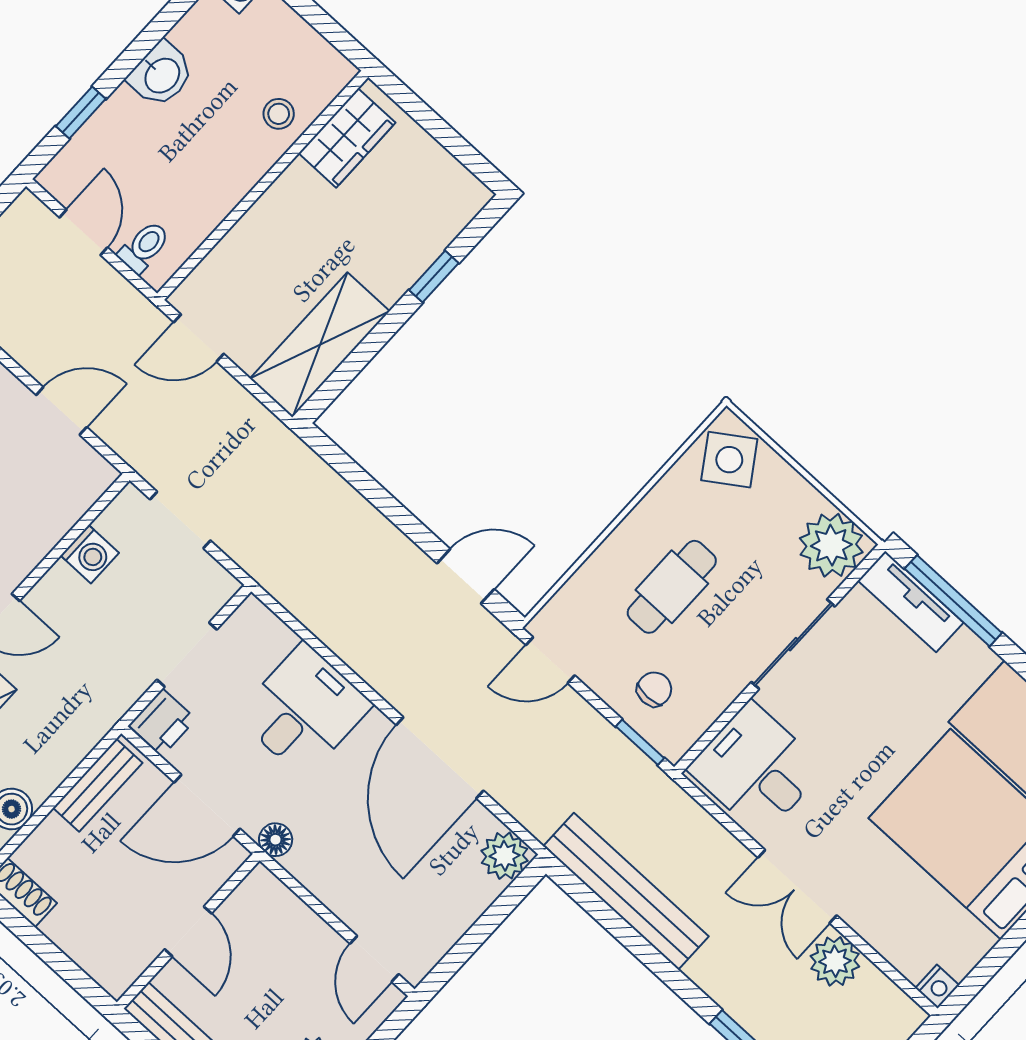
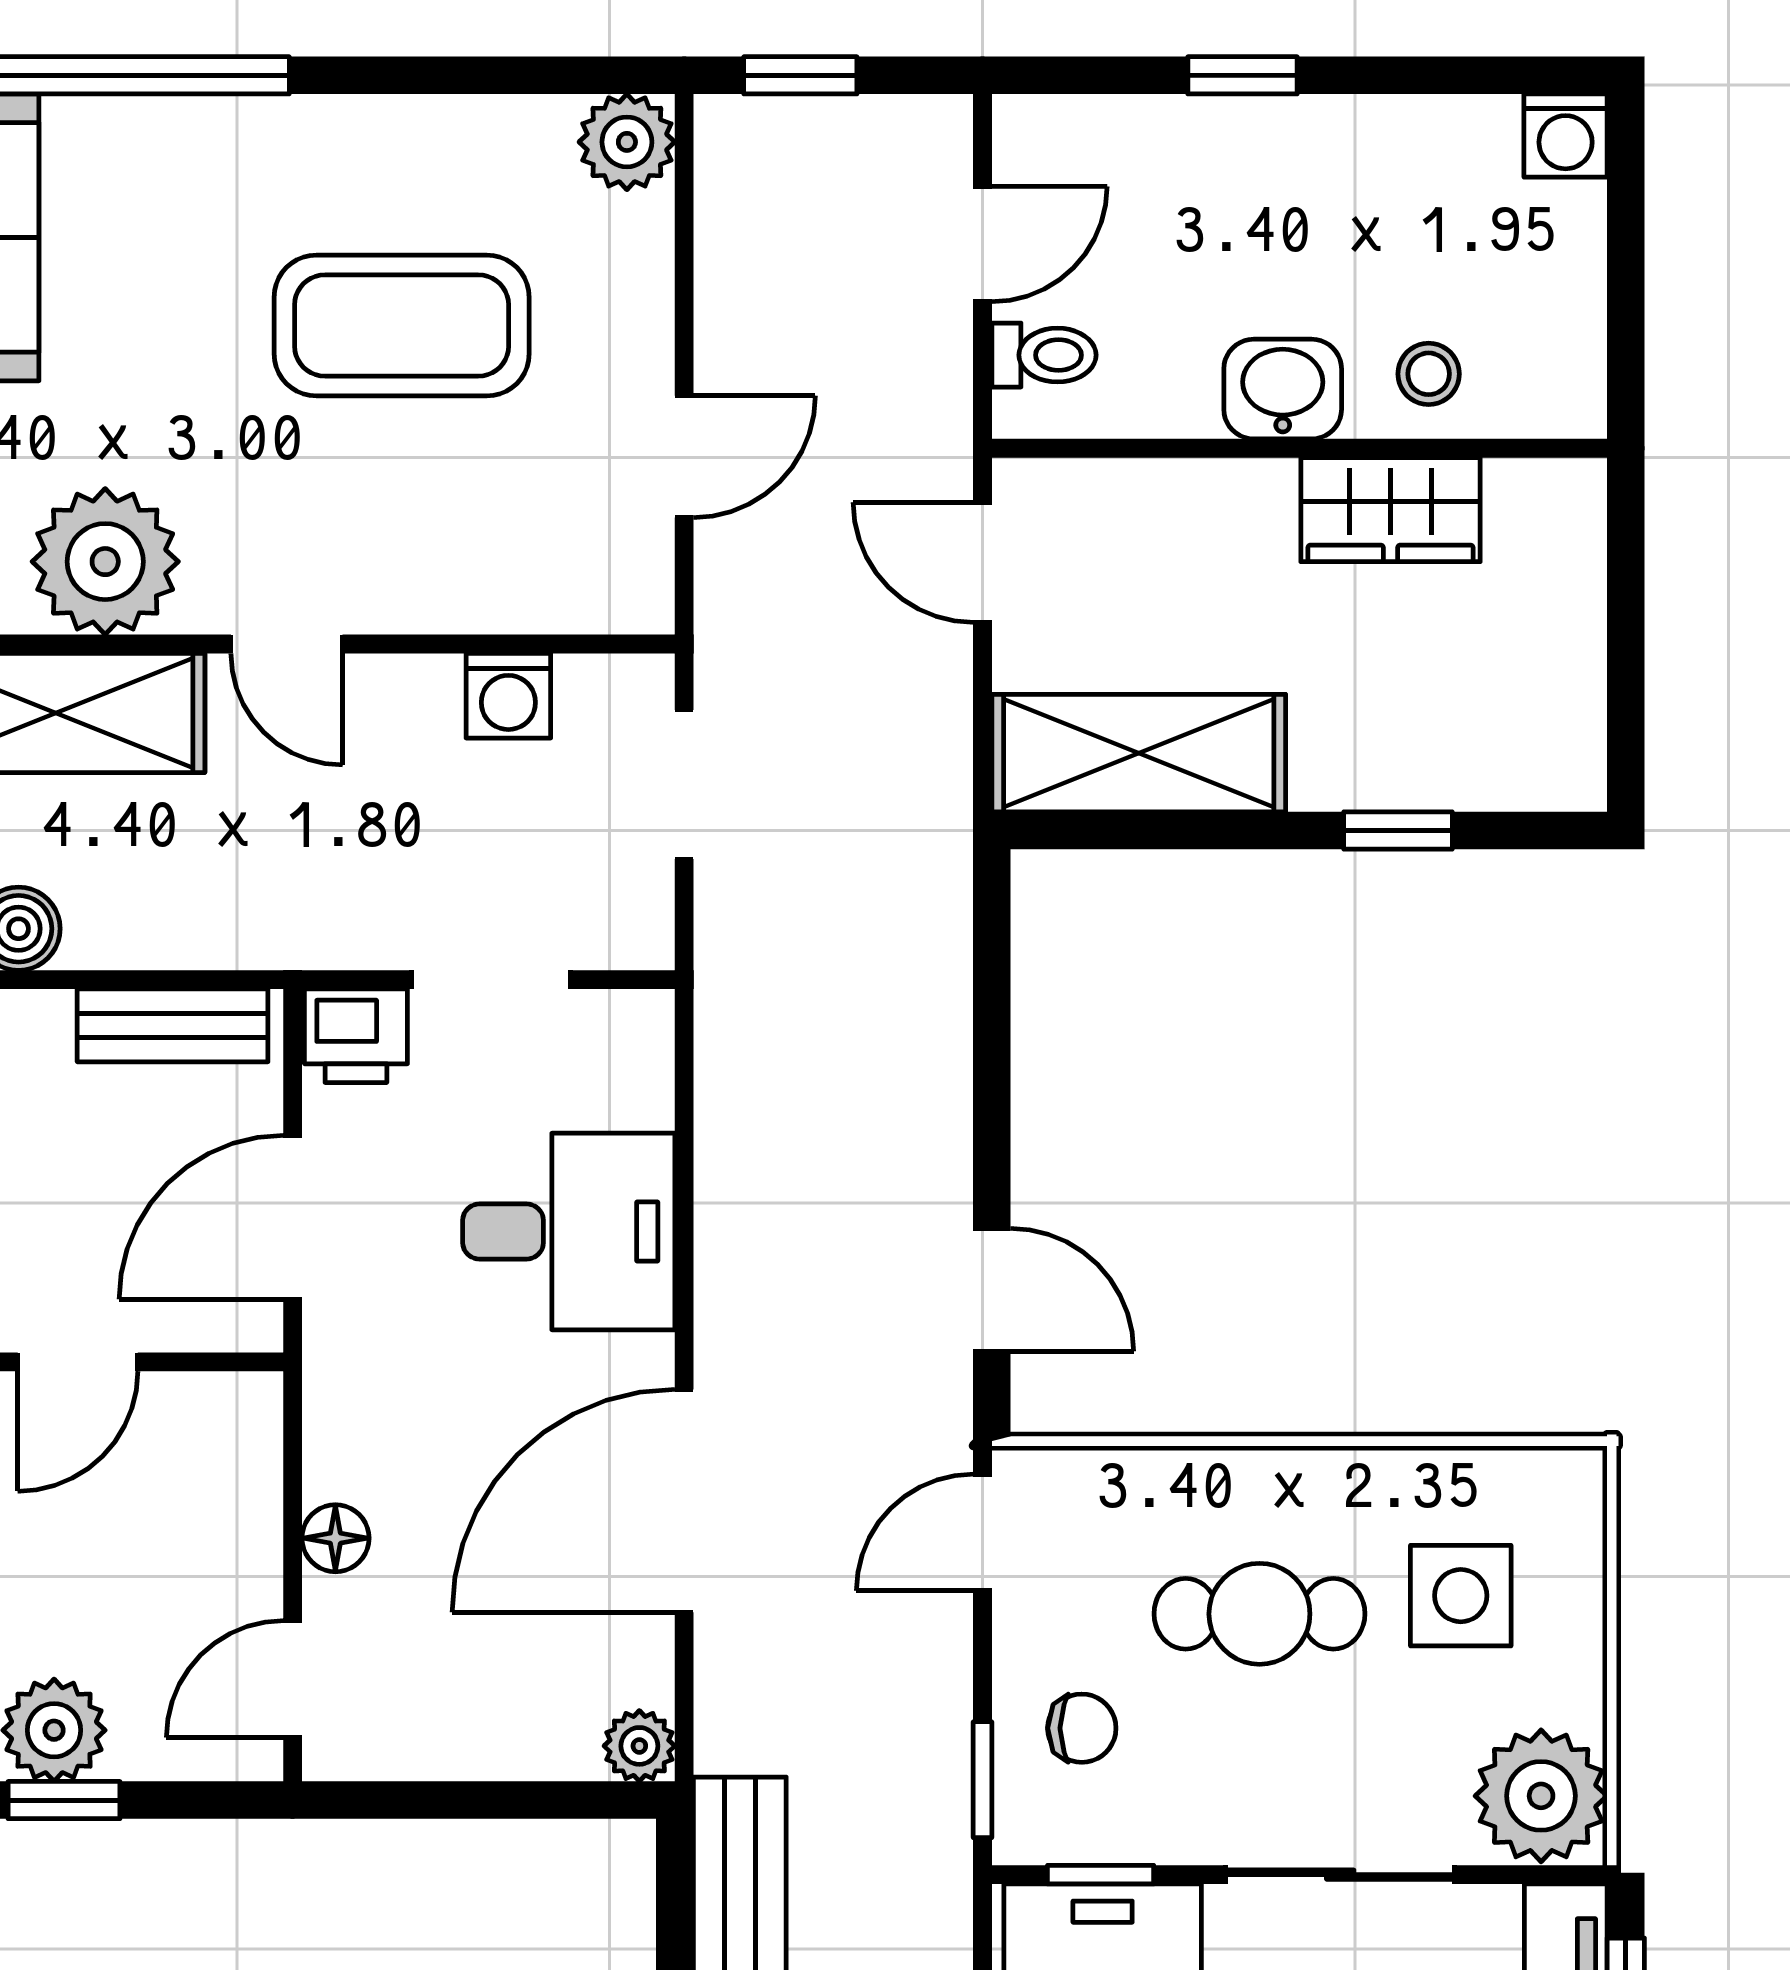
washbasin: (161, 75) -> (1283, 389), moved, turned 180
window: (81, 113) -> (1242, 75), moved
wardrobe: (347, 138) -> (1390, 510), moved
door: (61, 411) -> (684, 457), hinge flipped
side table: (729, 460) -> (1461, 1596), moved, turned 34
door: (550, 660) -> (982, 1532), hinge flipped
window: (714, 731) -> (1101, 1875), added
door: (207, 806) -> (293, 1217), hinge flipped
floor lamp: (276, 840) -> (335, 1538), moved
plant: (505, 856) -> (639, 1746), width x0.73, depth x0.73

